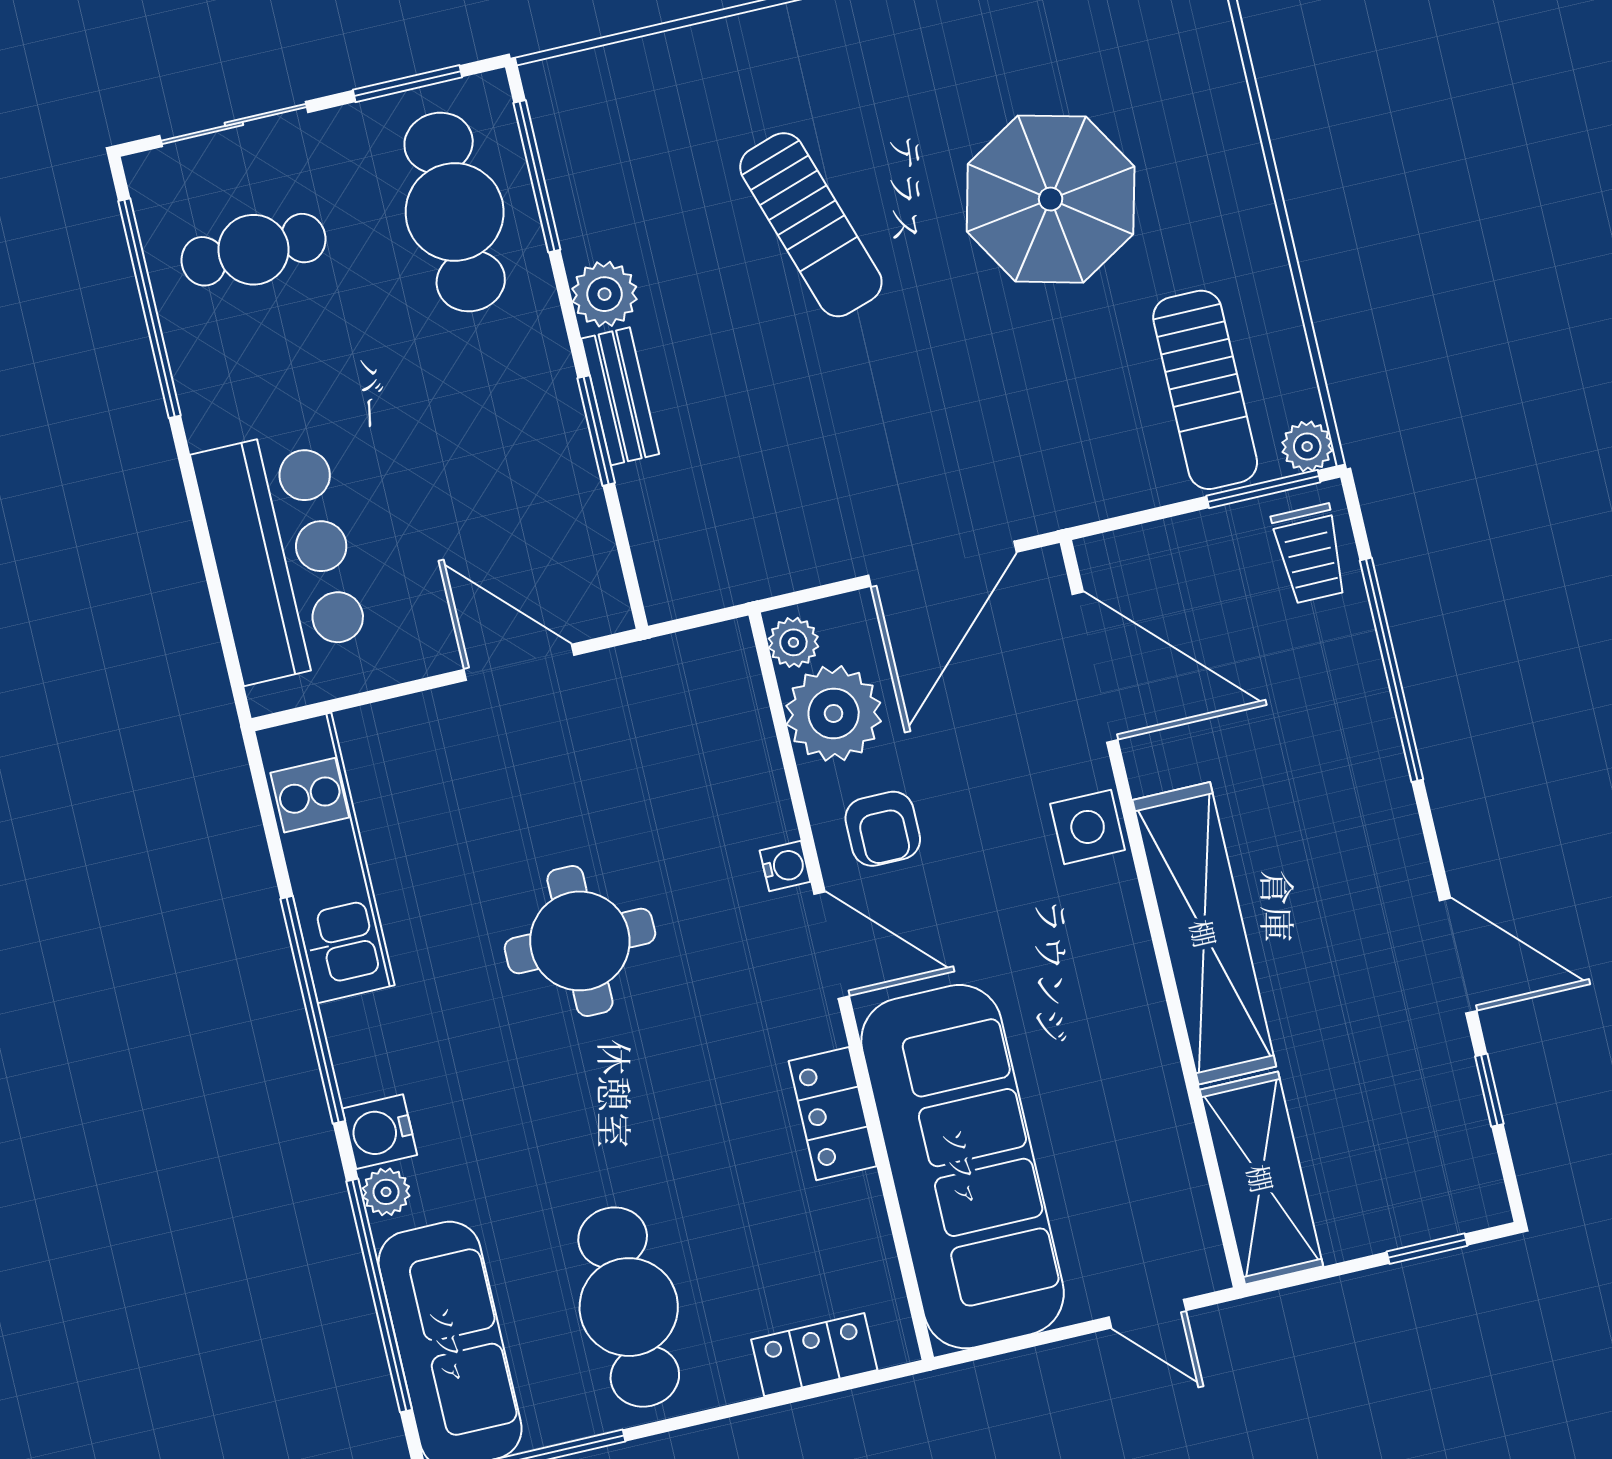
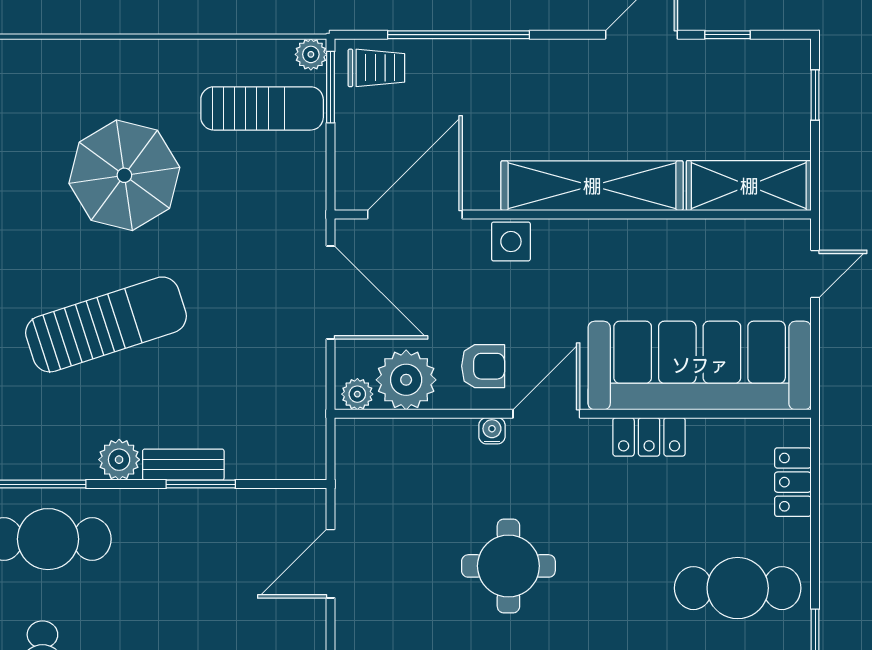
sun lounger: (811, 225) -> (106, 324), width x1.36, depth x1.34

